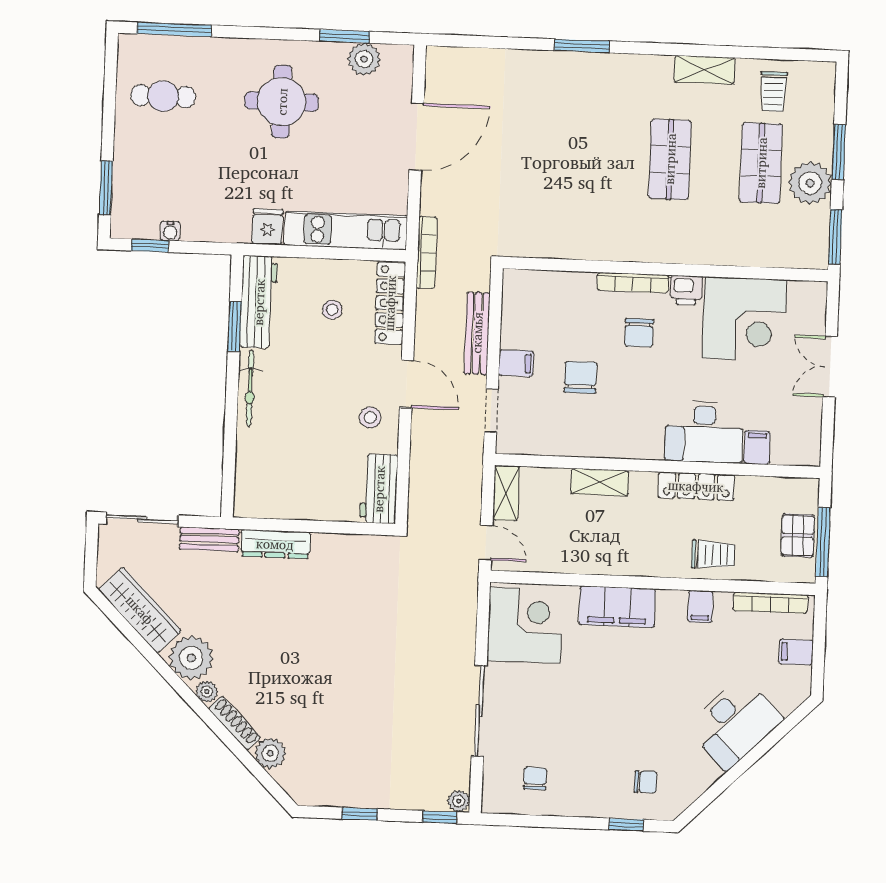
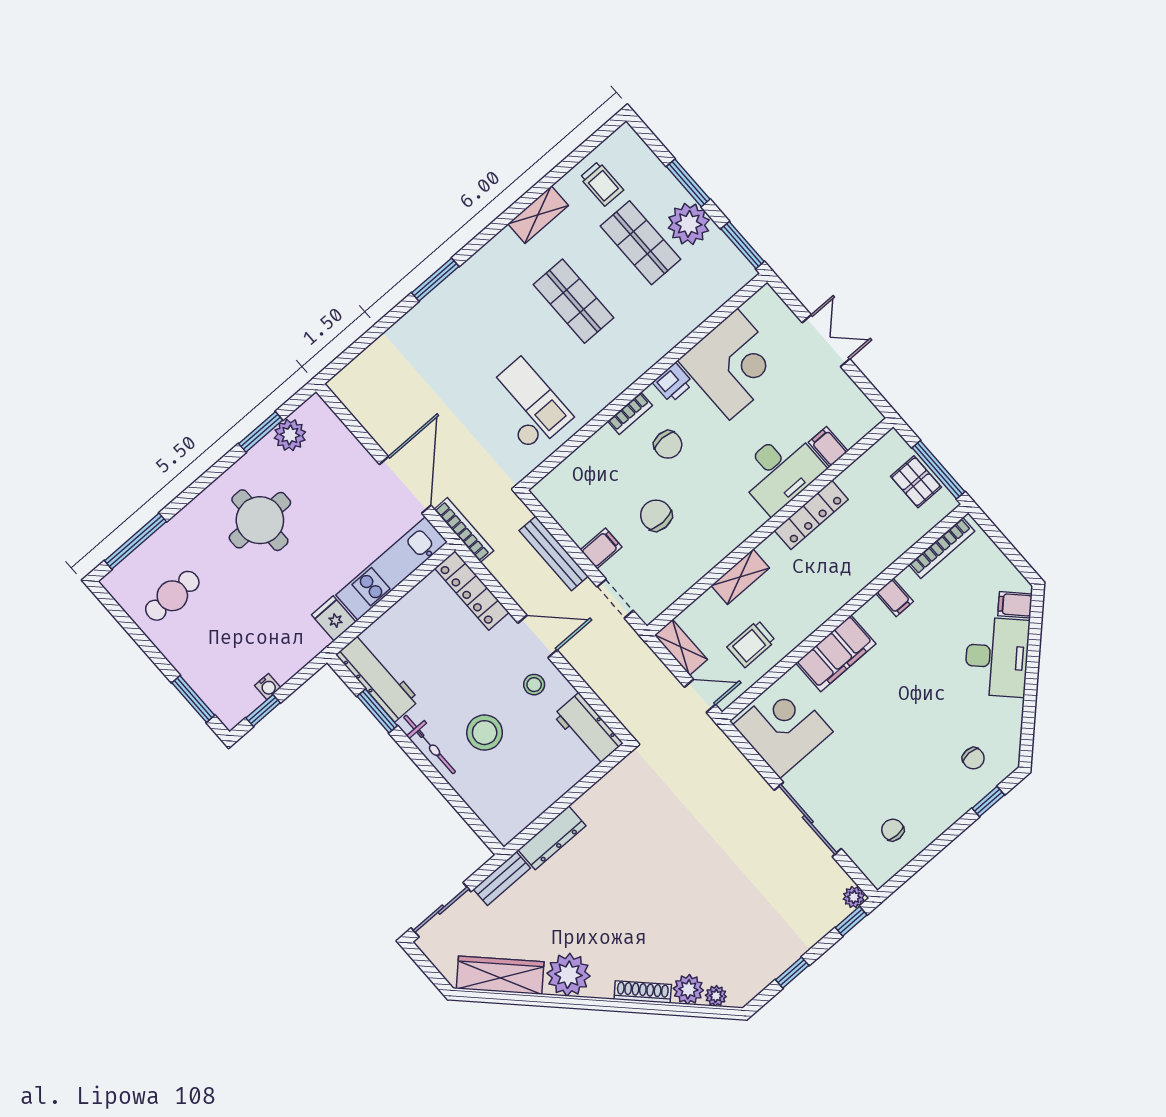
door: (416, 137) -> (405, 485), moved
checkout: (562, 204) -> (526, 405), added
bookcase: (633, 283) -> (630, 413), width x0.64
stool: (332, 310) -> (485, 733), moved, width x1.89, depth x1.89
double door: (830, 367) -> (826, 341), swing flipped
trolley: (713, 555) -> (751, 644), moved, turned 180
filing cabinet: (796, 652) -> (1015, 605), moved, turned 45
plant: (207, 692) -> (716, 996), moved
chair: (646, 782) -> (973, 758), turned 90

